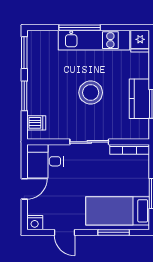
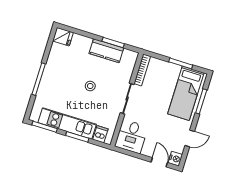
kitchen unit: (94, 40) -> (67, 123), moved, turned -90
stool: (91, 93) -> (90, 86), width x0.53, depth x0.53
door: (24, 189) -> (159, 162), moved

